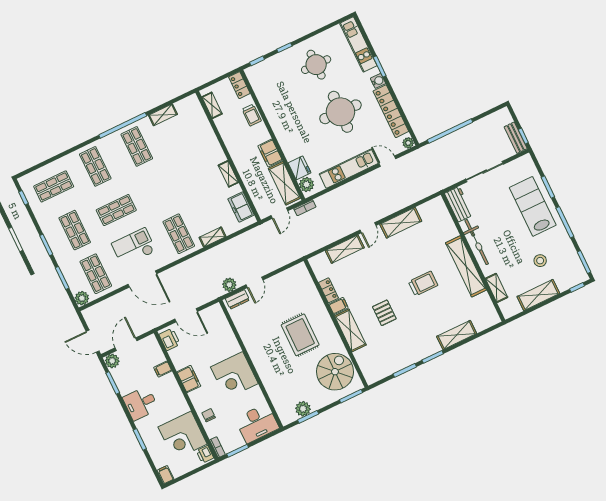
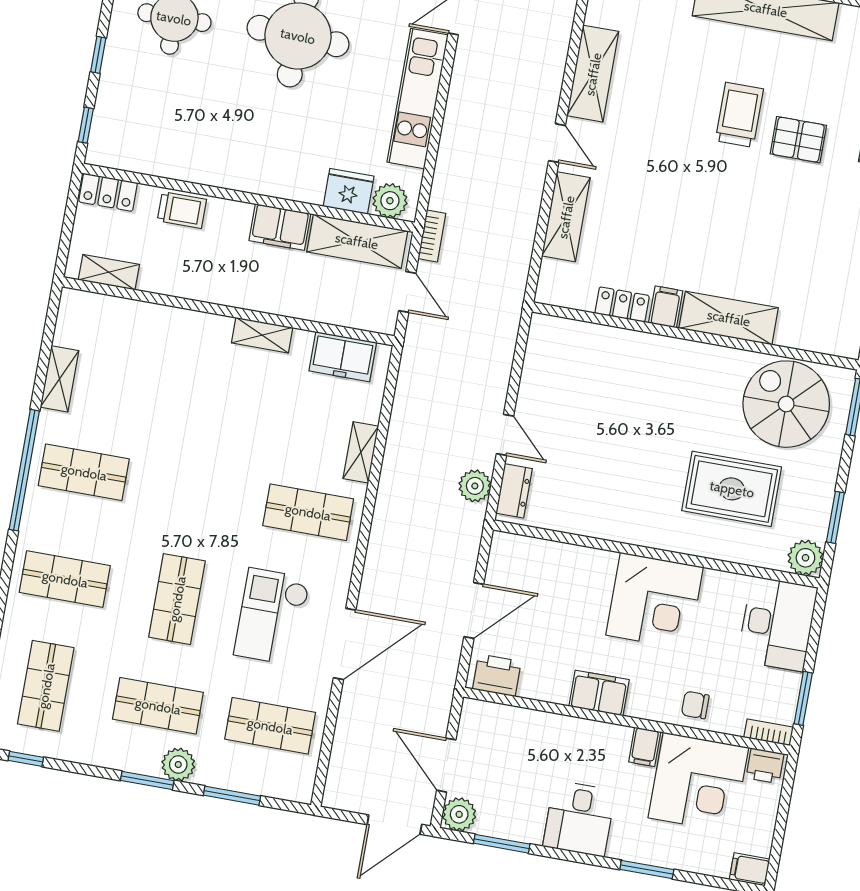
plant: (82, 298) -> (178, 765), moved
pallet: (384, 313) -> (798, 140), moved
rug: (300, 335) -> (732, 489), moved
filing cabinet: (163, 369) -> (645, 747), moved
plant: (303, 409) -> (805, 558), moved

